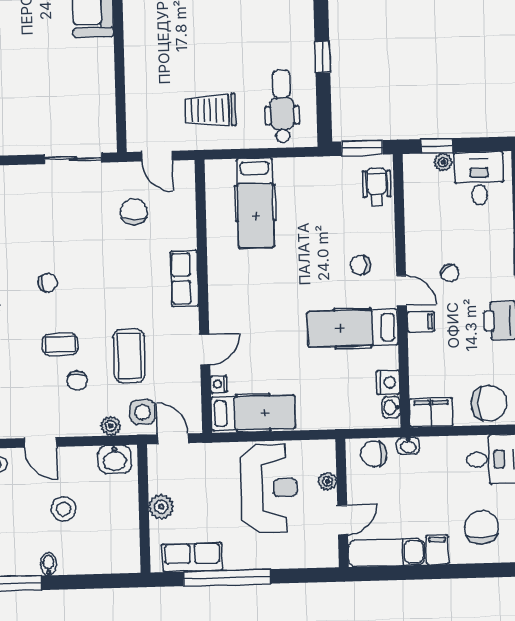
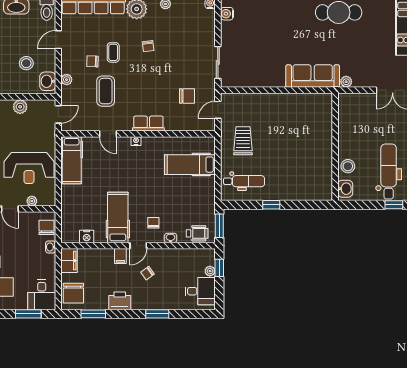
coffee table: (129, 356) -> (106, 91), turned 90
nightstand: (219, 384) -> (136, 141), moved
washbasin: (391, 407) -> (171, 238), moved
side table: (143, 412) -> (74, 98), removed
stool: (64, 509) -> (26, 63), moved

